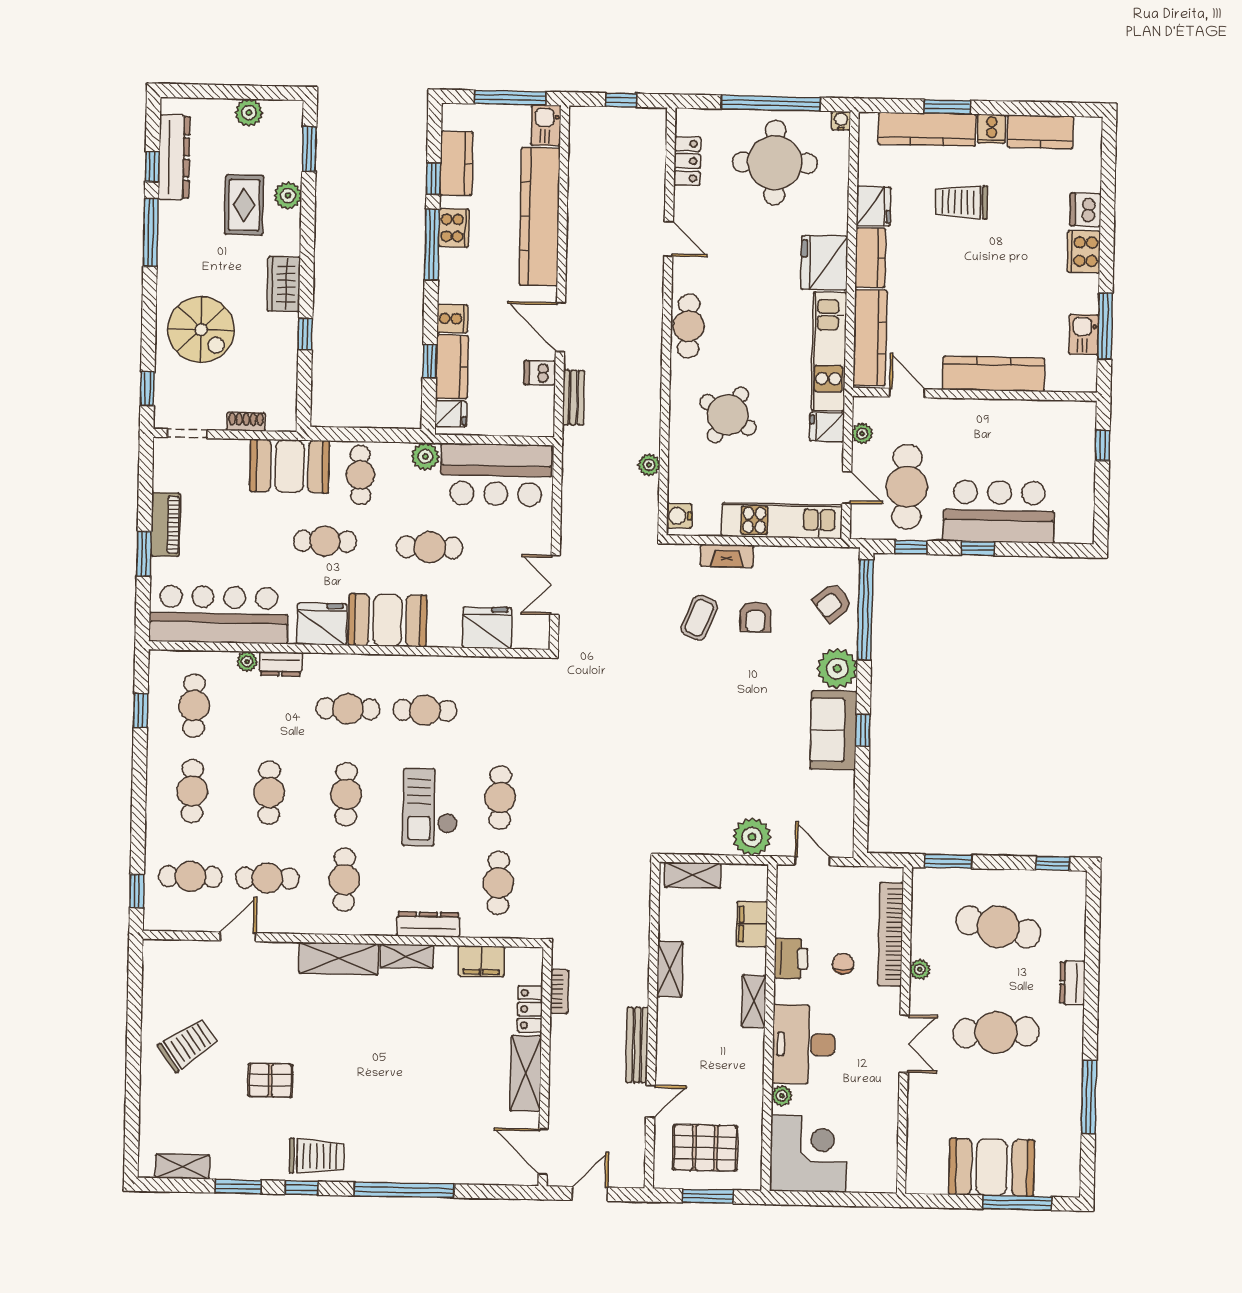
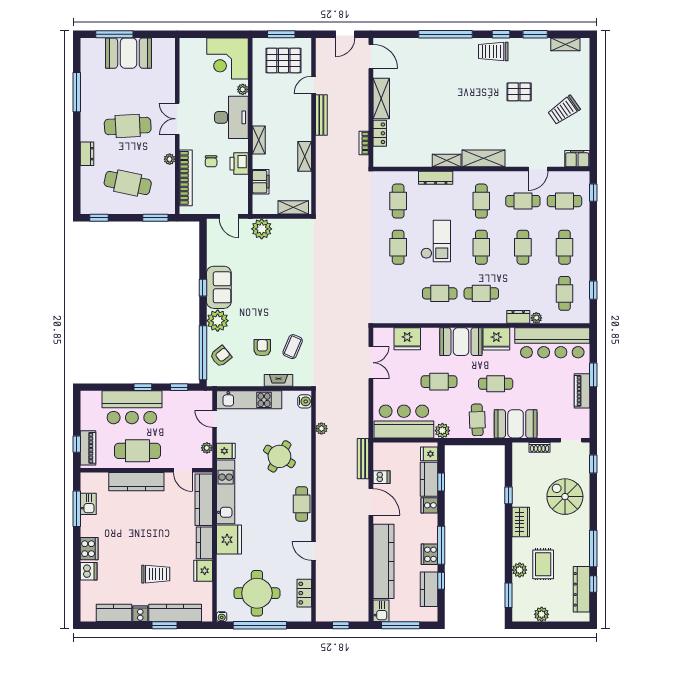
bench: (573, 398) -> (363, 459), width x1.36
piano: (1082, 438) -> (88, 448), added
cafe table: (907, 487) -> (138, 451), moved, turned 90
filing cabinet: (481, 961) -> (577, 159), moved

